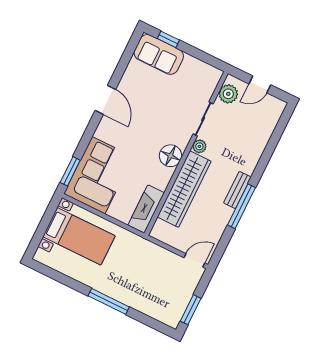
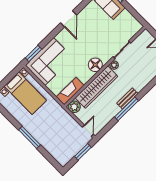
plant: (228, 94) -> (74, 107), moved
door: (194, 260) -> (88, 131), hinge flipped
window: (191, 310) -> (83, 152), moved

